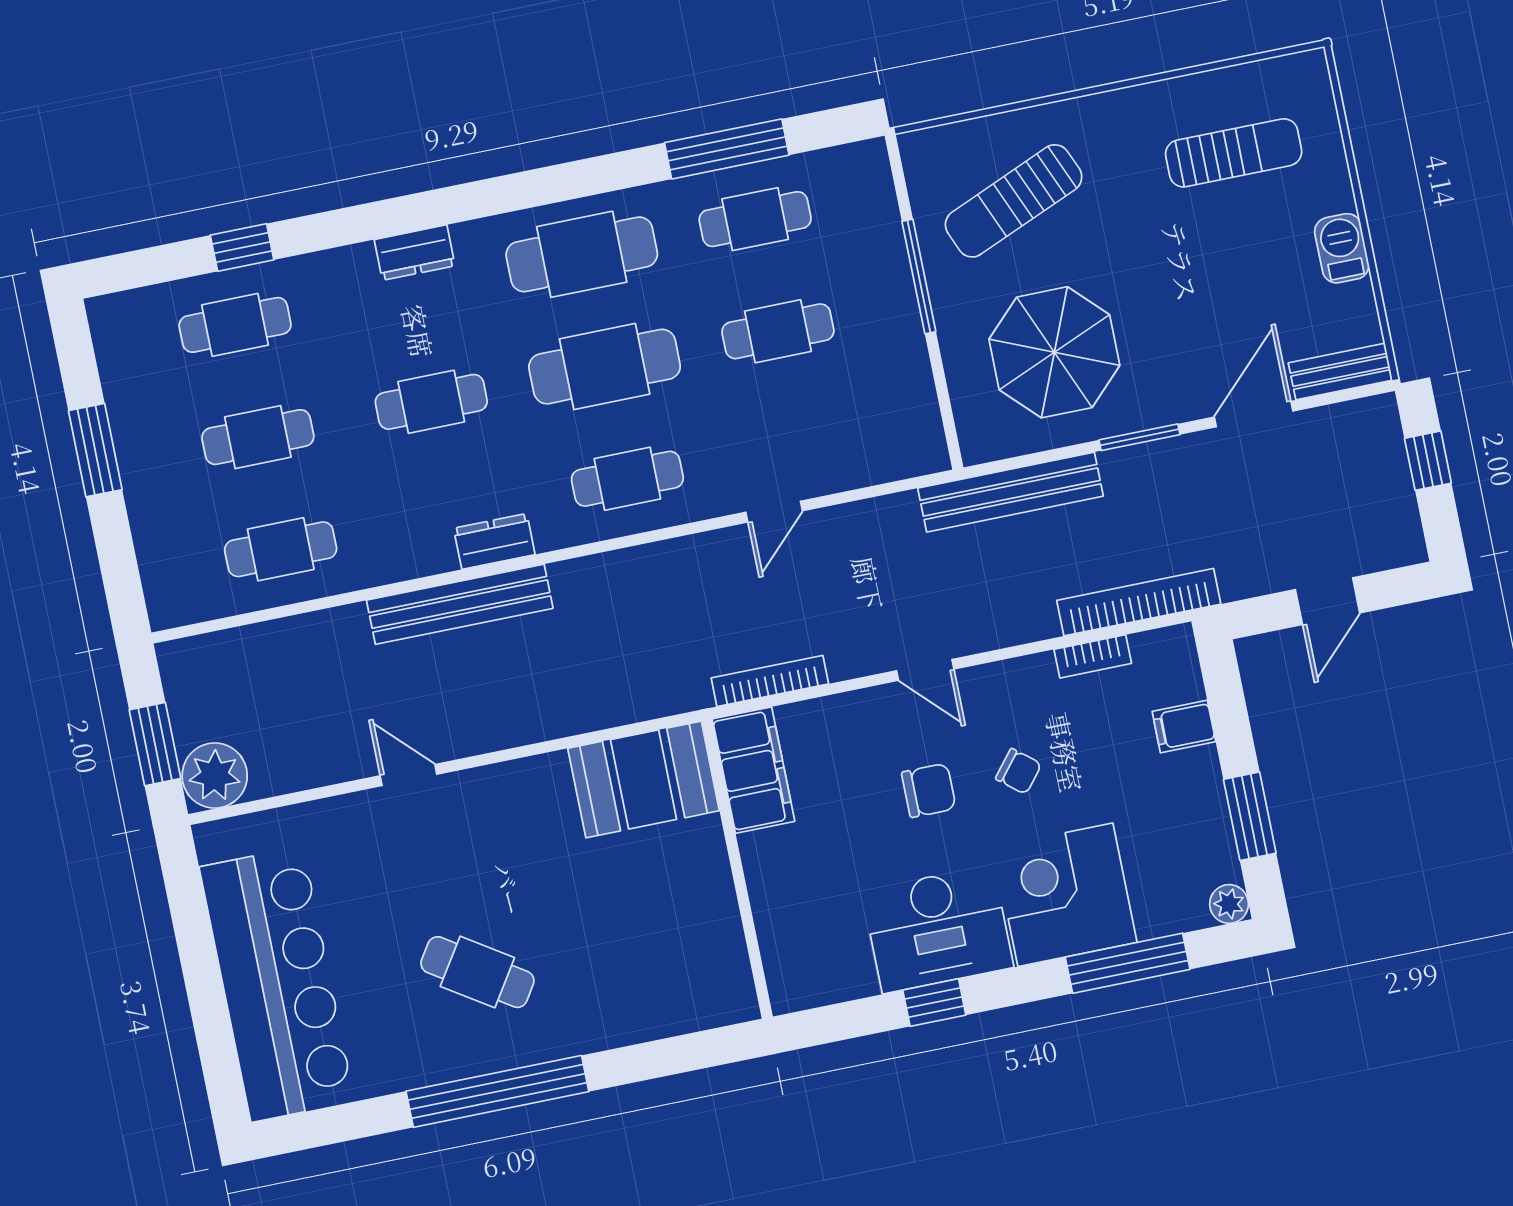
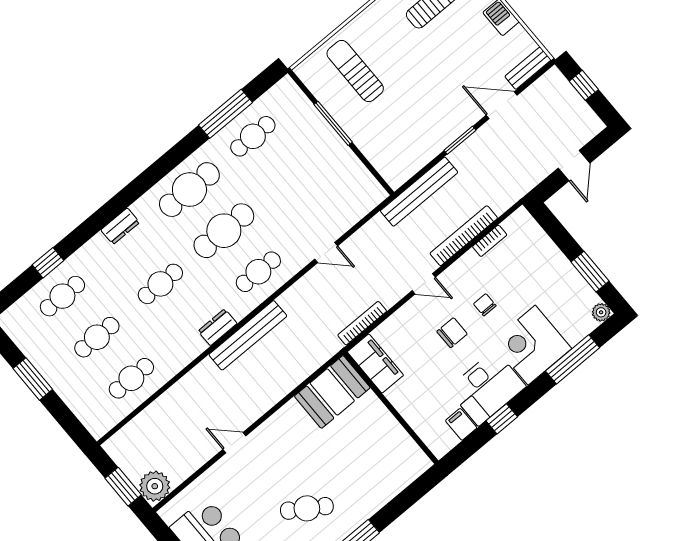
sun lounger: (1014, 201) -> (355, 71), turned 113
cafe table: (778, 331) -> (287, 177), removed
parasol: (1054, 352) -> (406, 124), removed
door: (1254, 414) -> (502, 105), hinge flipped
door: (774, 512) -> (326, 252), hinge flipped
bookcase: (1139, 602) -> (464, 236), moved
bench: (460, 604) -> (248, 335), moved
filing cabinet: (1184, 727) -> (461, 424), moved, turned 90
chair: (1019, 771) -> (485, 305), turned -129

